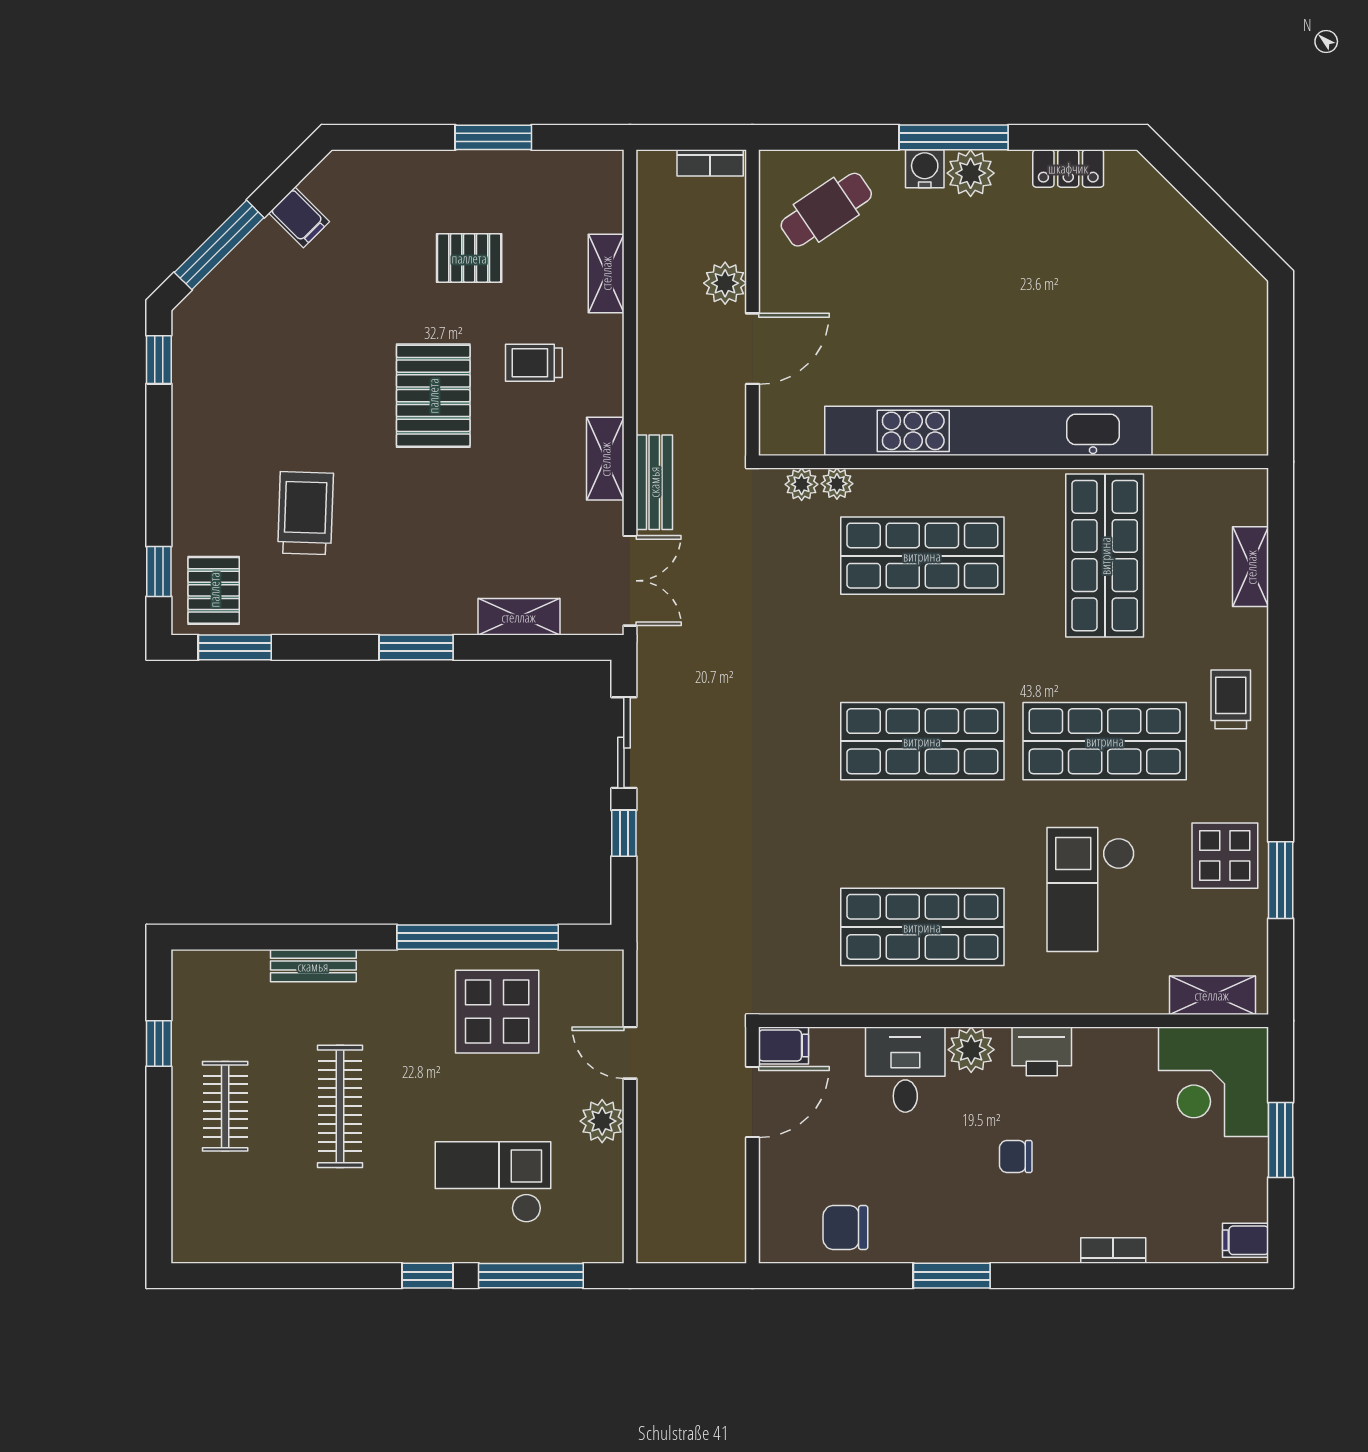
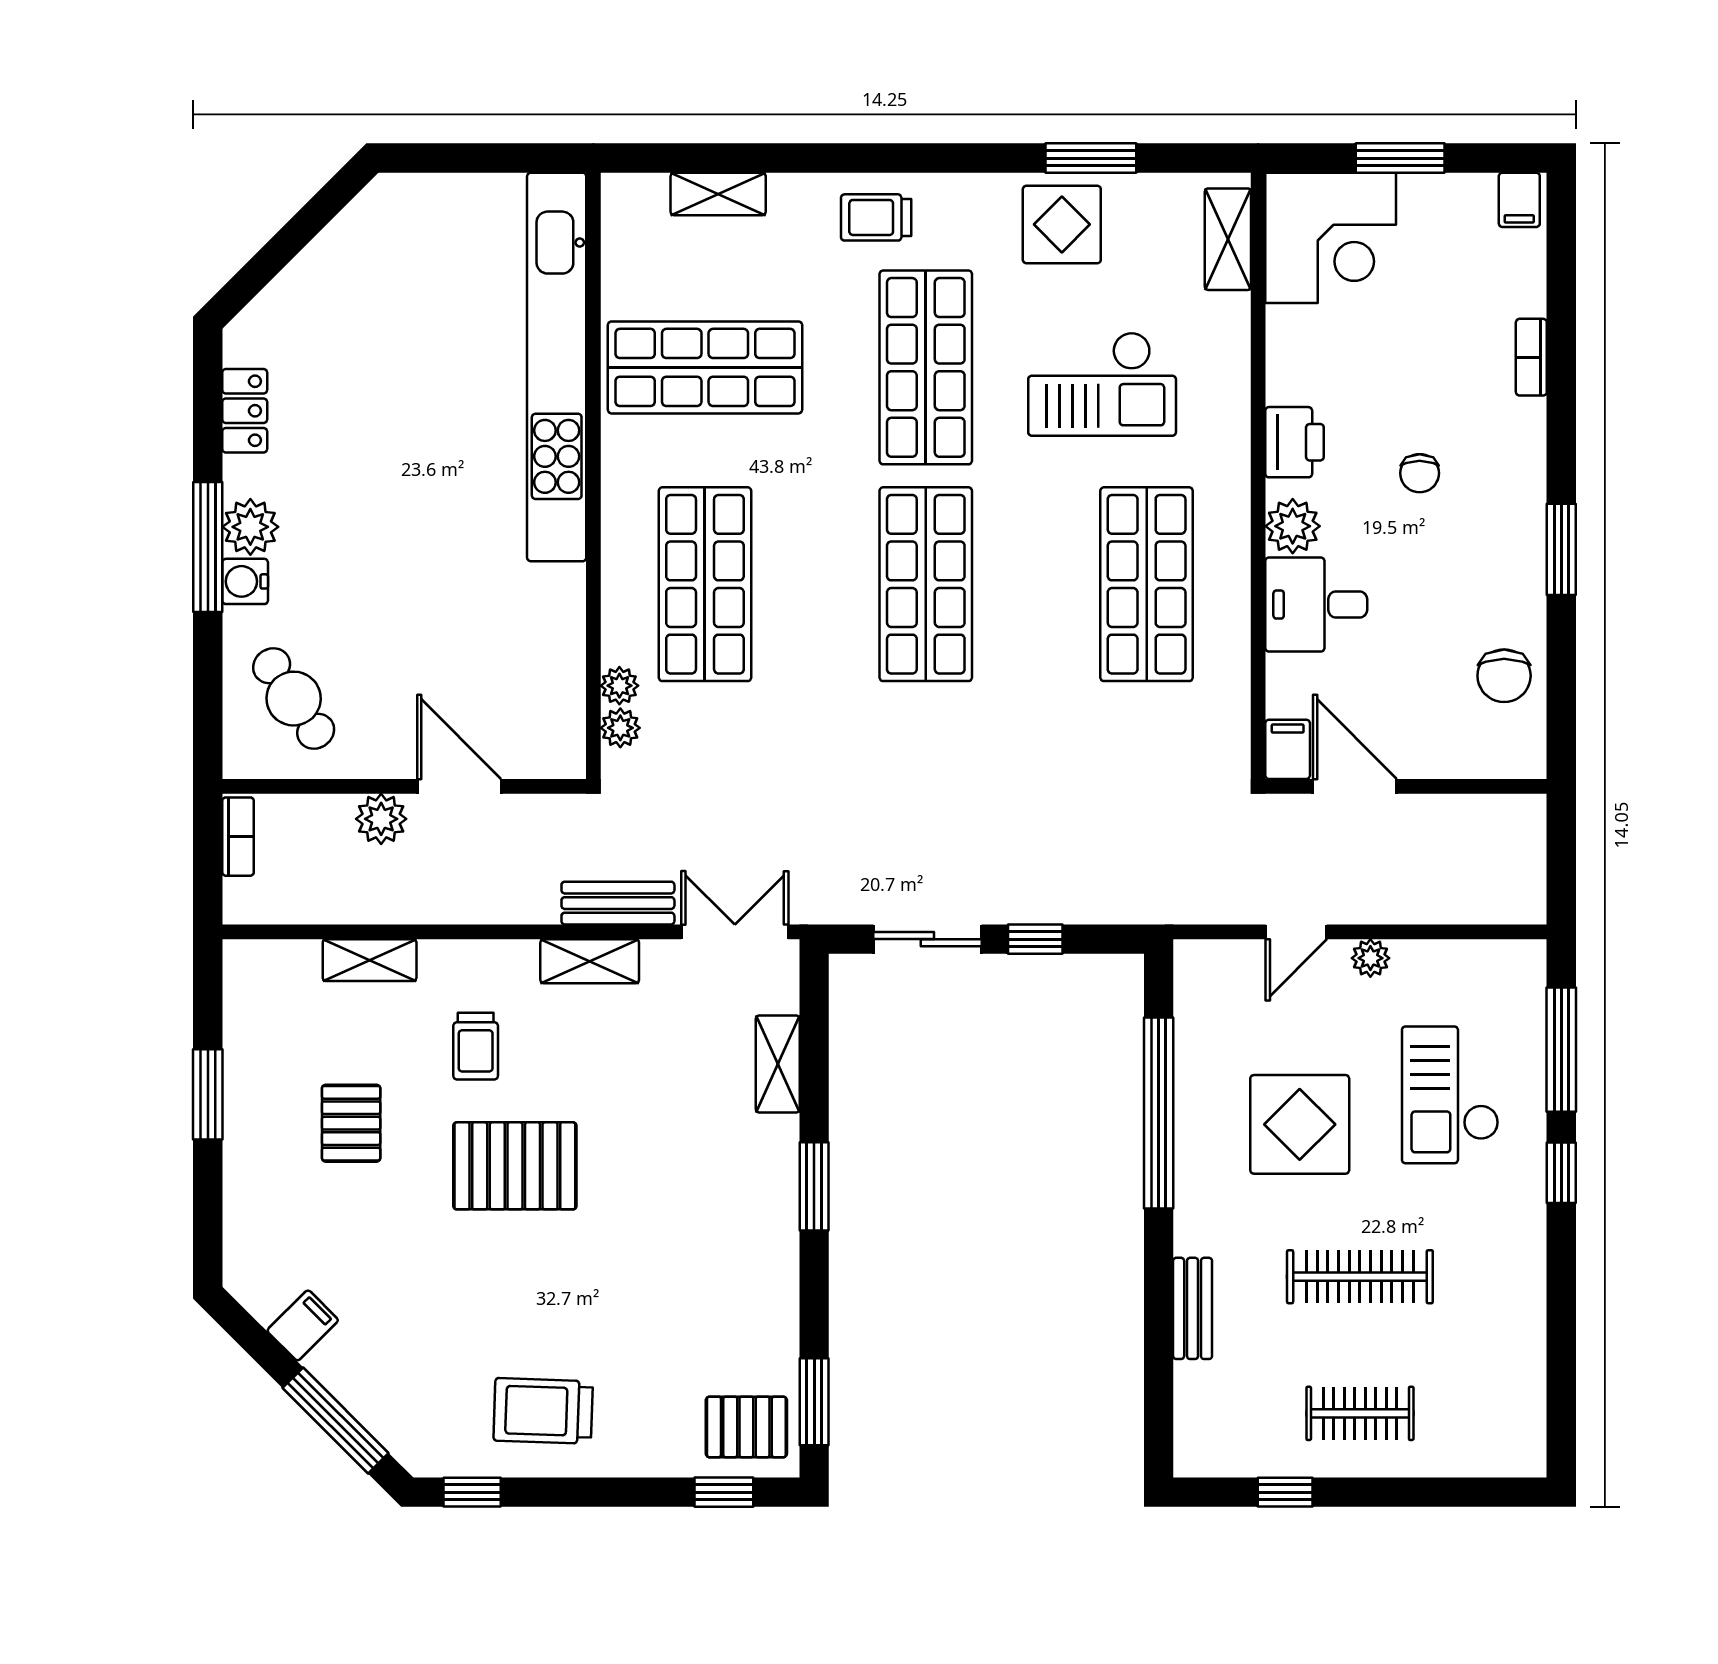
kitchen unit: (988, 431) -> (557, 367), moved
trolley: (305, 513) -> (543, 1411), moved
display table: (497, 1012) -> (1300, 1124), moved
plant: (602, 1121) -> (1370, 958), width x0.73, depth x0.73

